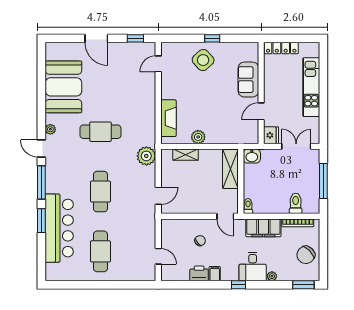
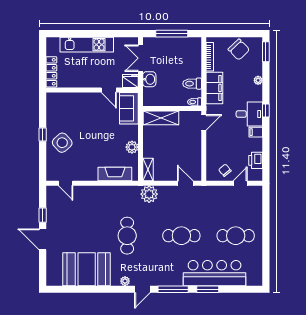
door: (96, 38) -> (43, 239), swing flipped
window: (135, 38) -> (43, 215), moved
sofa: (248, 80) -> (129, 108), moved, turned 90
shelving: (186, 155) -> (148, 170), moved
washbasin: (252, 156) -> (149, 79), moved
toilet: (296, 203) -> (192, 84), moved
chair: (200, 241) -> (225, 170), moved
desk: (253, 266) -> (249, 114), moved
printer: (199, 273) -> (256, 160), moved

